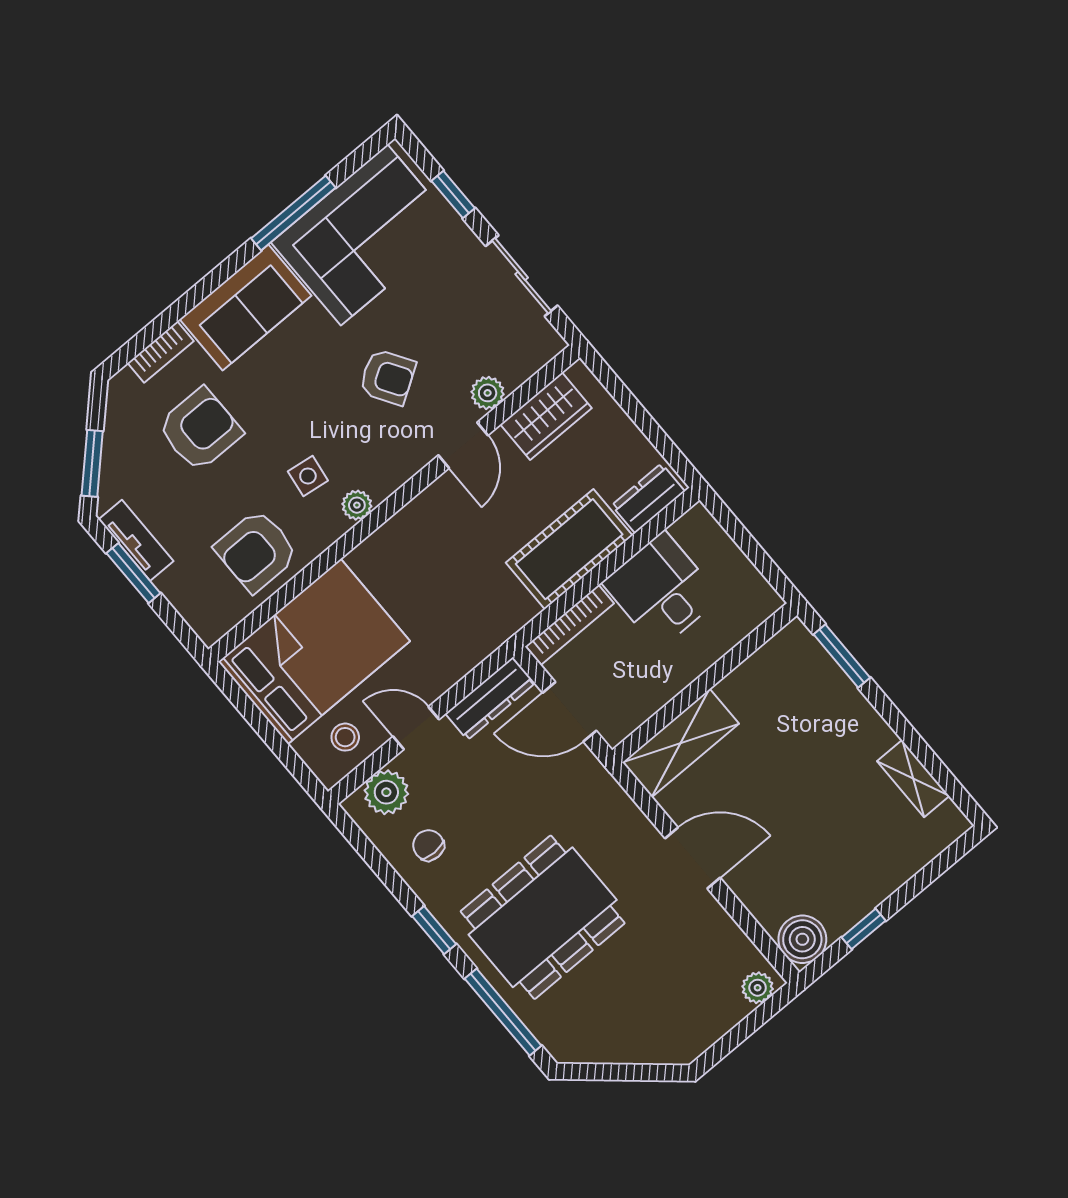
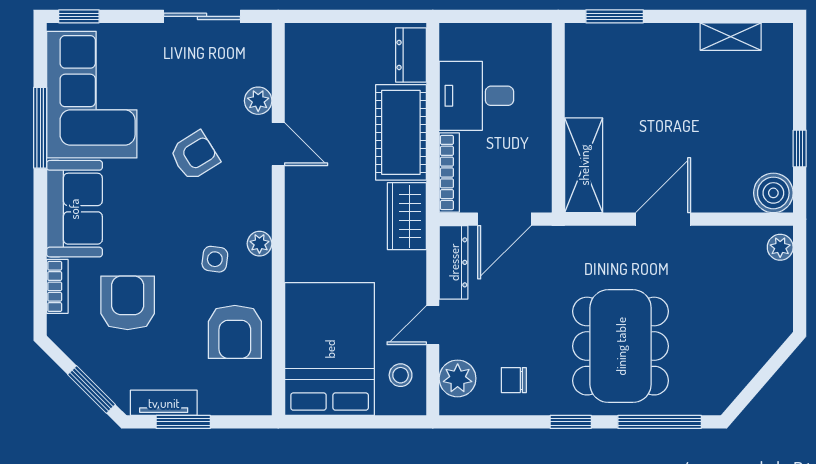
window: (453, 194) -> (79, 16), moved
wardrobe: (546, 416) -> (407, 216), moved, turned 180

